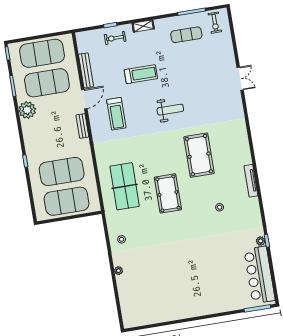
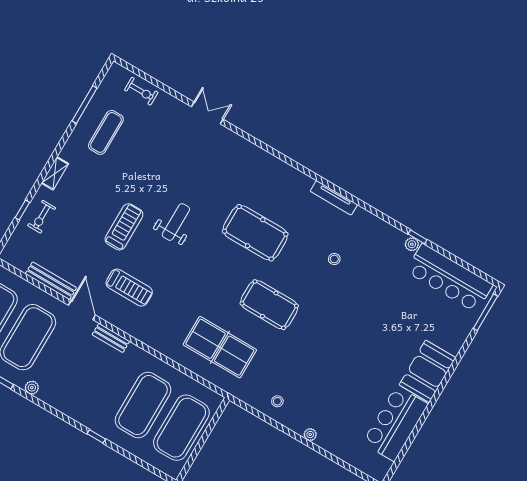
exercise bike: (215, 23) -> (141, 91), moved
treadmill: (141, 74) -> (124, 227), moved
plant: (27, 110) -> (32, 388), width x0.53, depth x0.53
booth: (202, 304) -> (427, 371), added
bar counter: (161, 310) -> (395, 424), added

